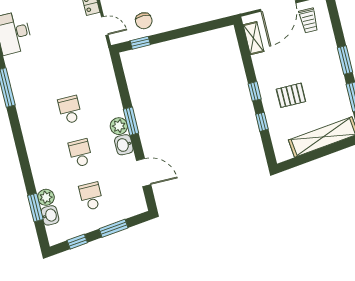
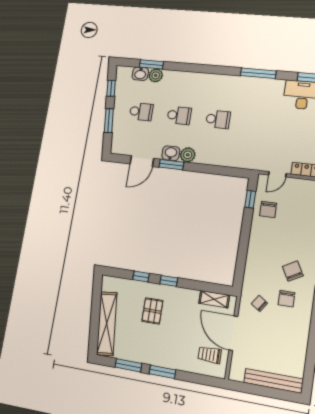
chair: (144, 21) -> (268, 210), turned -90
window: (131, 121) -> (171, 165), moved

